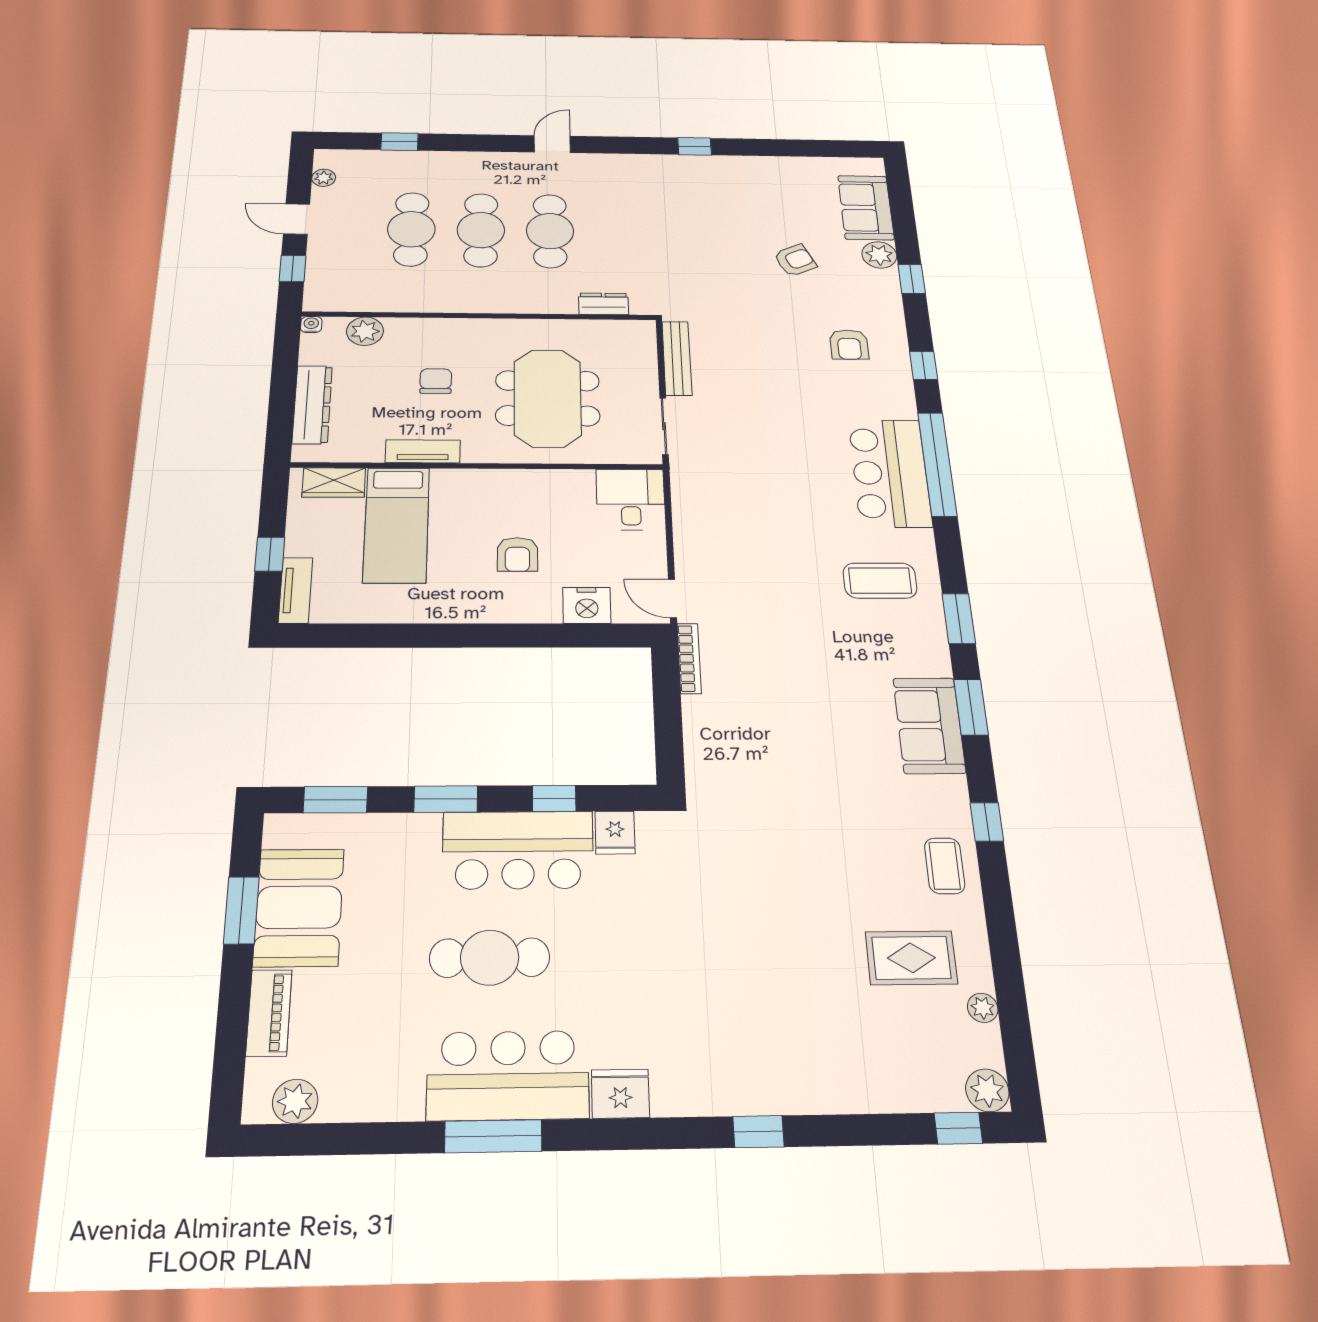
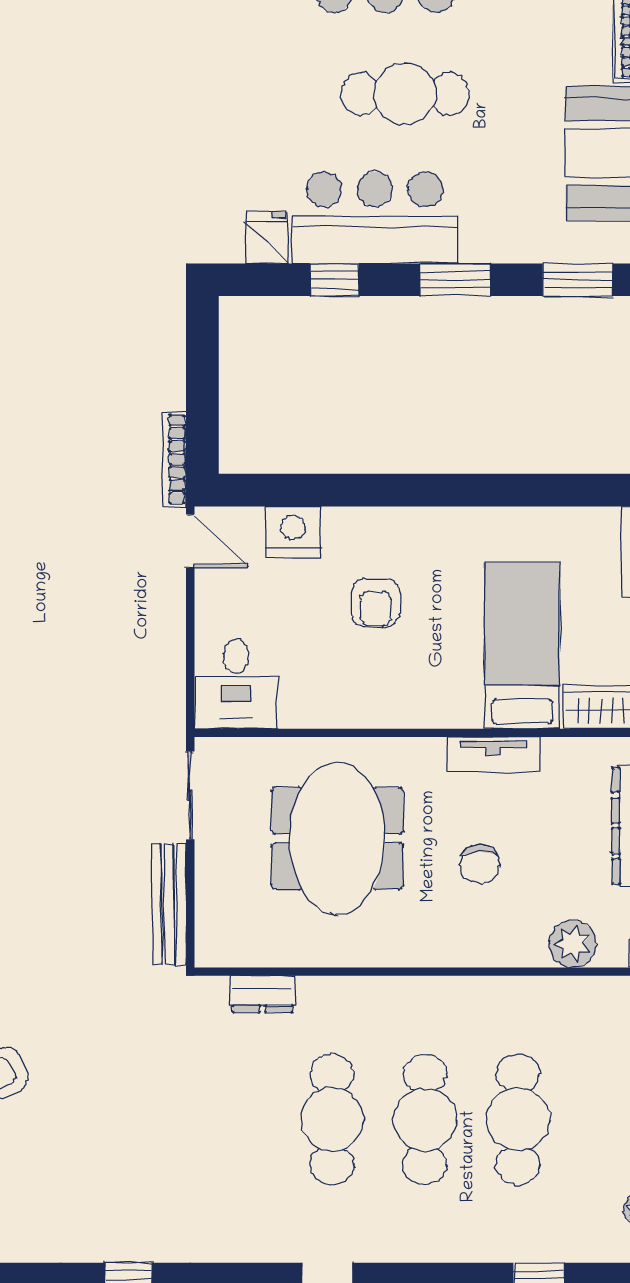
armchair: (517, 554) -> (376, 603), turned 180

